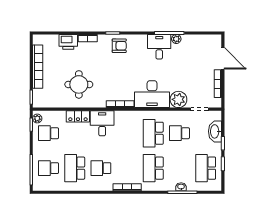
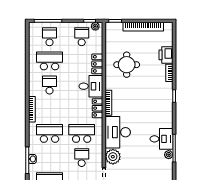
armchair: (119, 46) -> (162, 102), removed
locker: (126, 116) -> (97, 108), added

